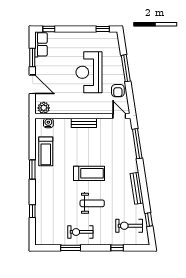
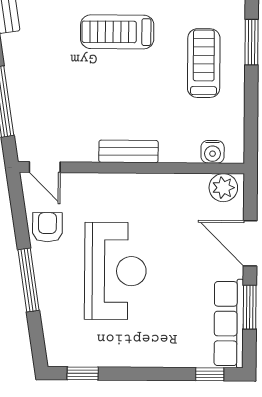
row of seats: (41, 44) -> (229, 324), width x1.48
treadmill: (46, 151) -> (204, 63), moved

